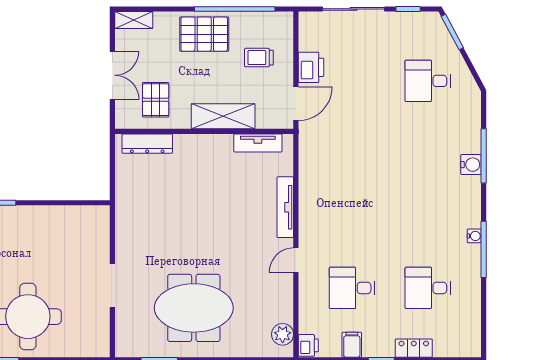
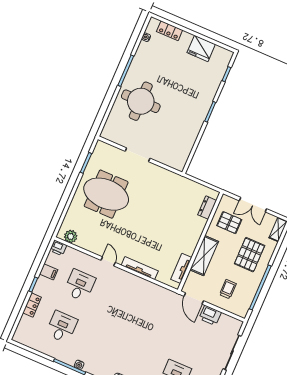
pallet: (204, 34) -> (250, 255), moved
dresser: (147, 144) -> (207, 208), width x0.70
meeting table: (194, 308) -> (106, 194), turned 90

